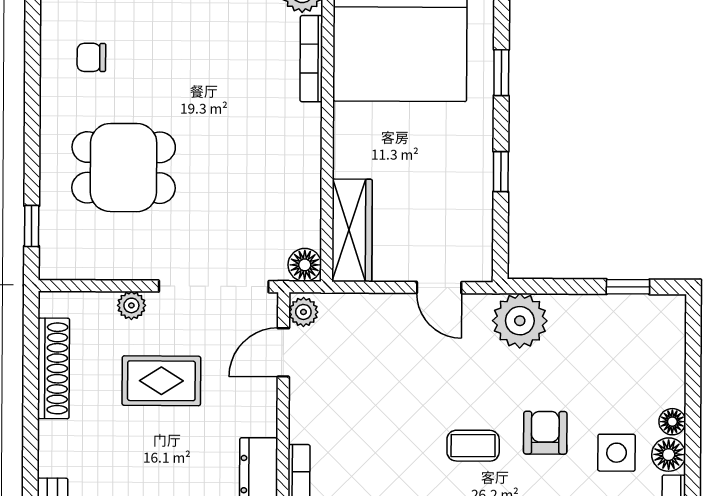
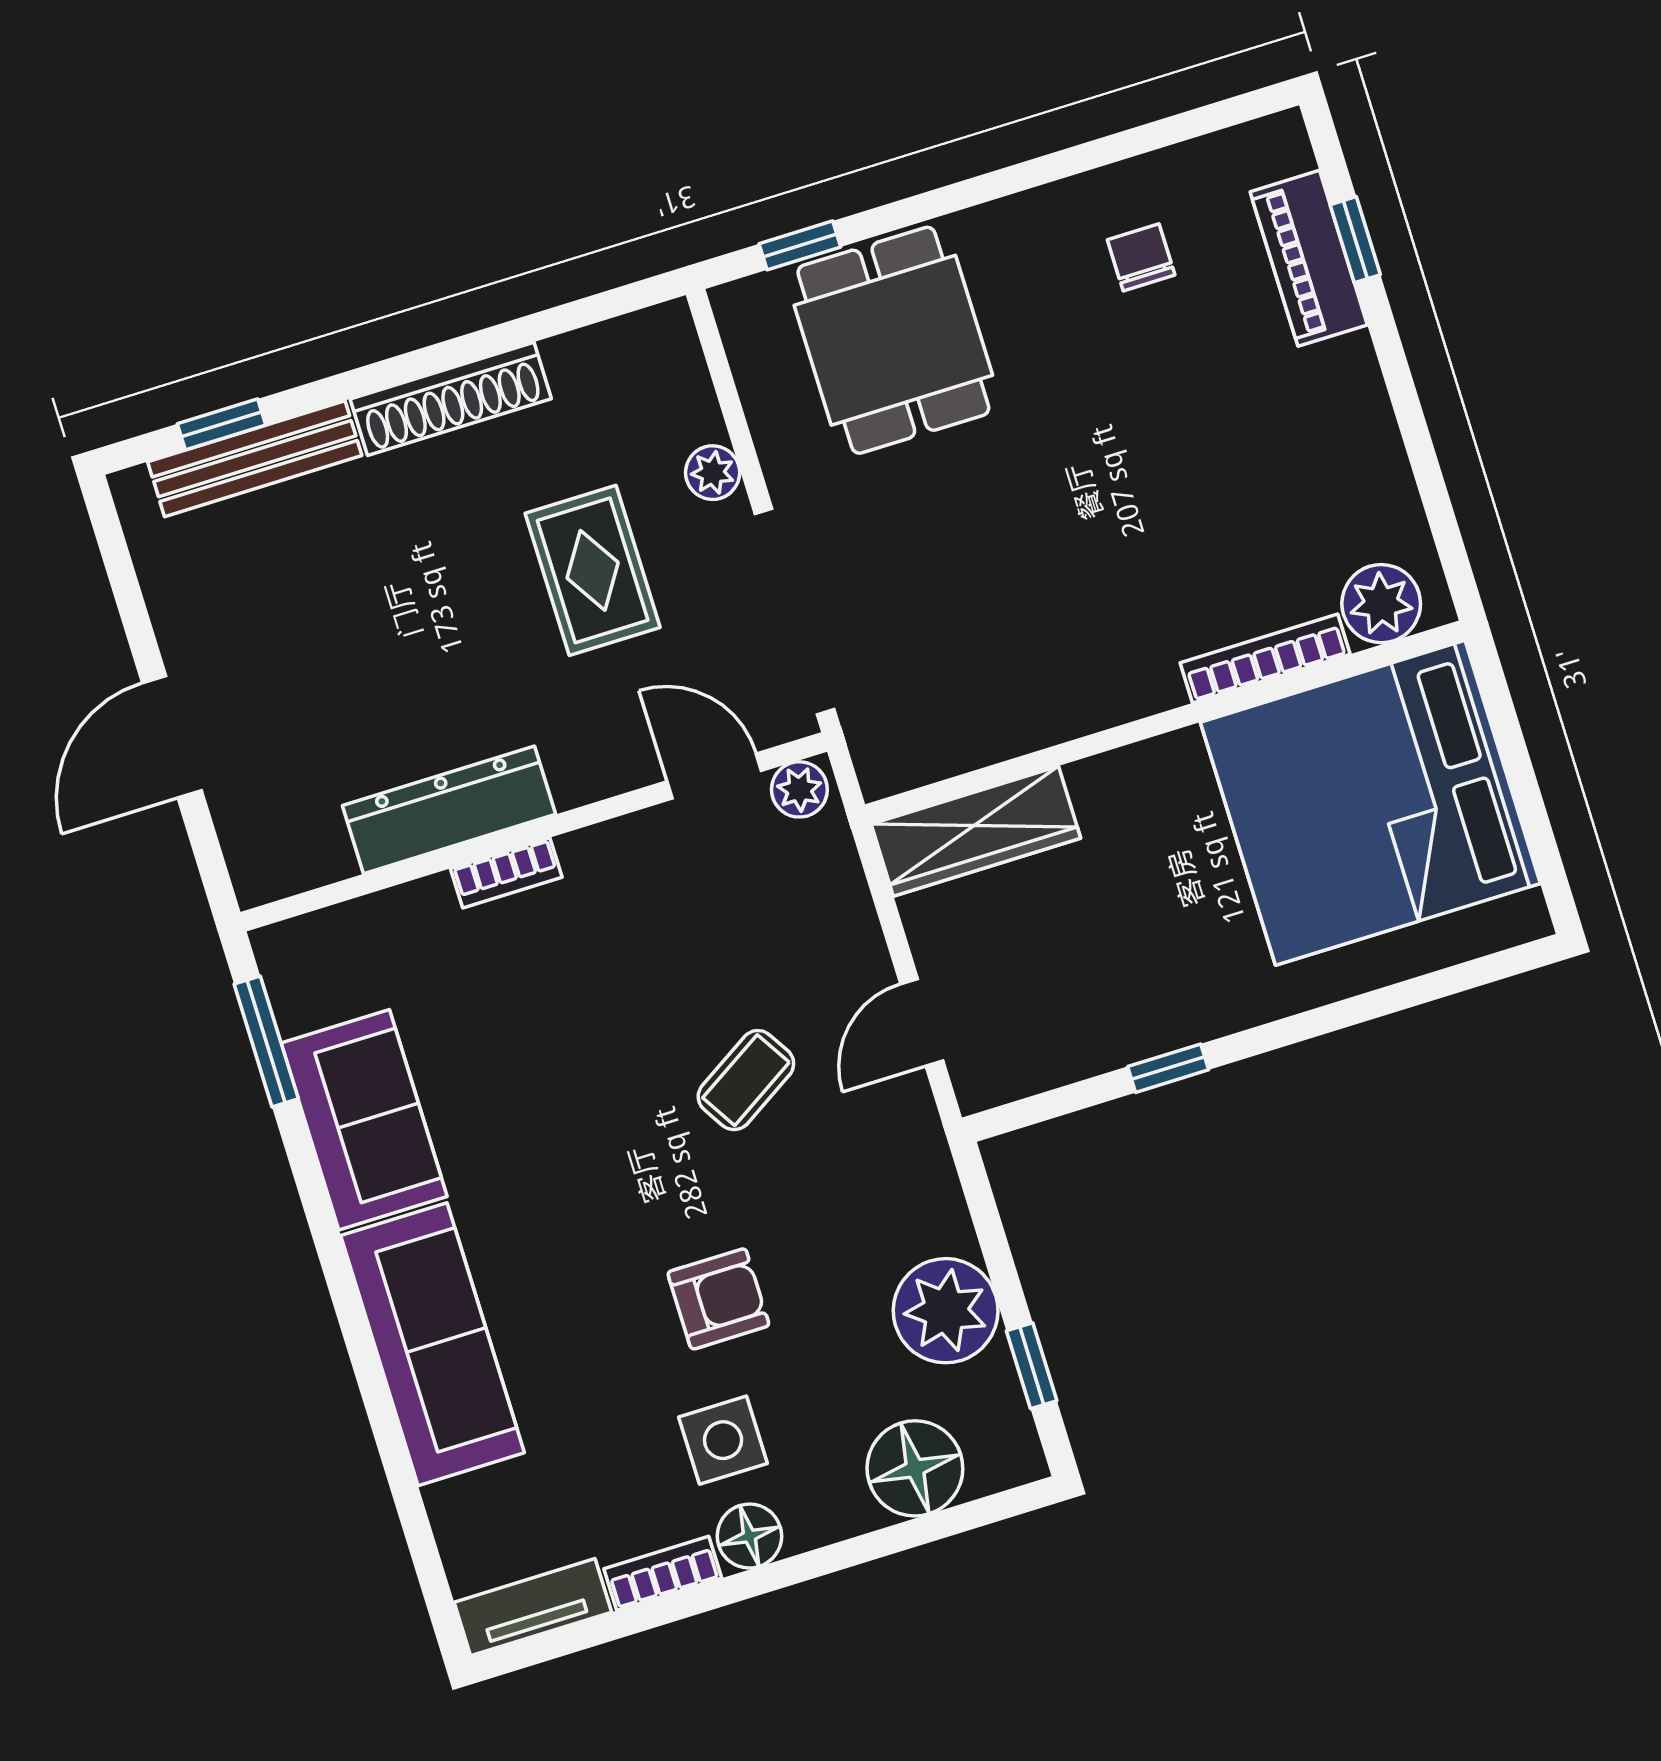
window: (501, 73) -> (1349, 1012), removed
dining table: (124, 168) -> (893, 340), moved
floor lamp: (305, 265) -> (886, 765), removed
plant: (520, 321) -> (946, 1311), moved
shoe rack: (54, 368) -> (451, 399), moved
floor lamp: (672, 422) -> (915, 1468), moved, width x1.89, depth x1.89
coffee table: (473, 446) -> (746, 1080), moved, turned 58

